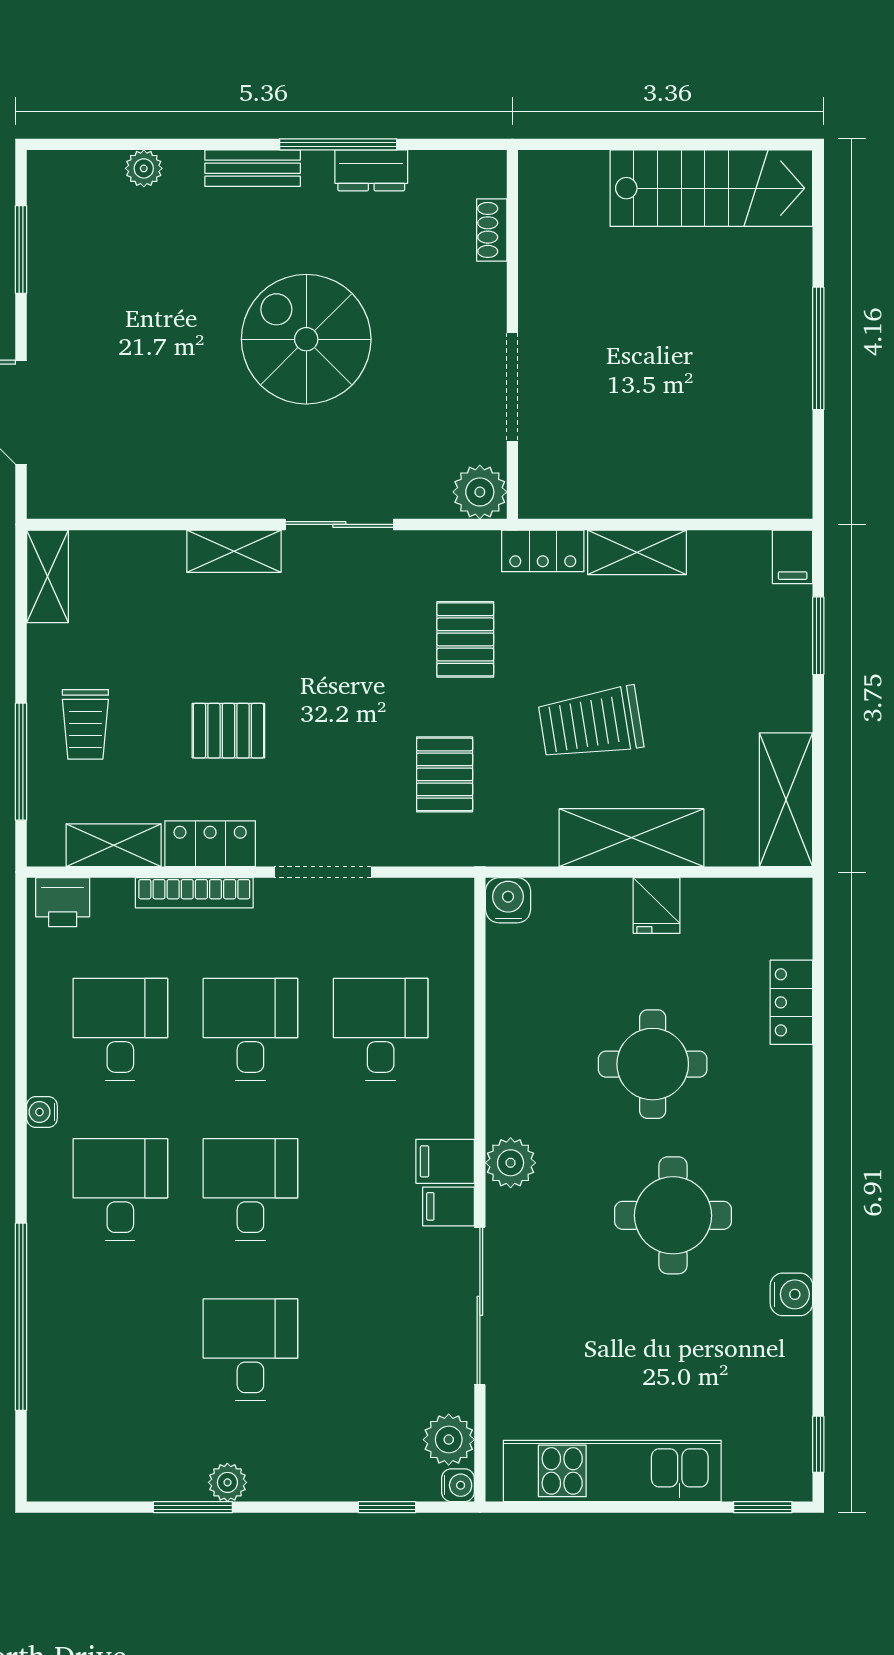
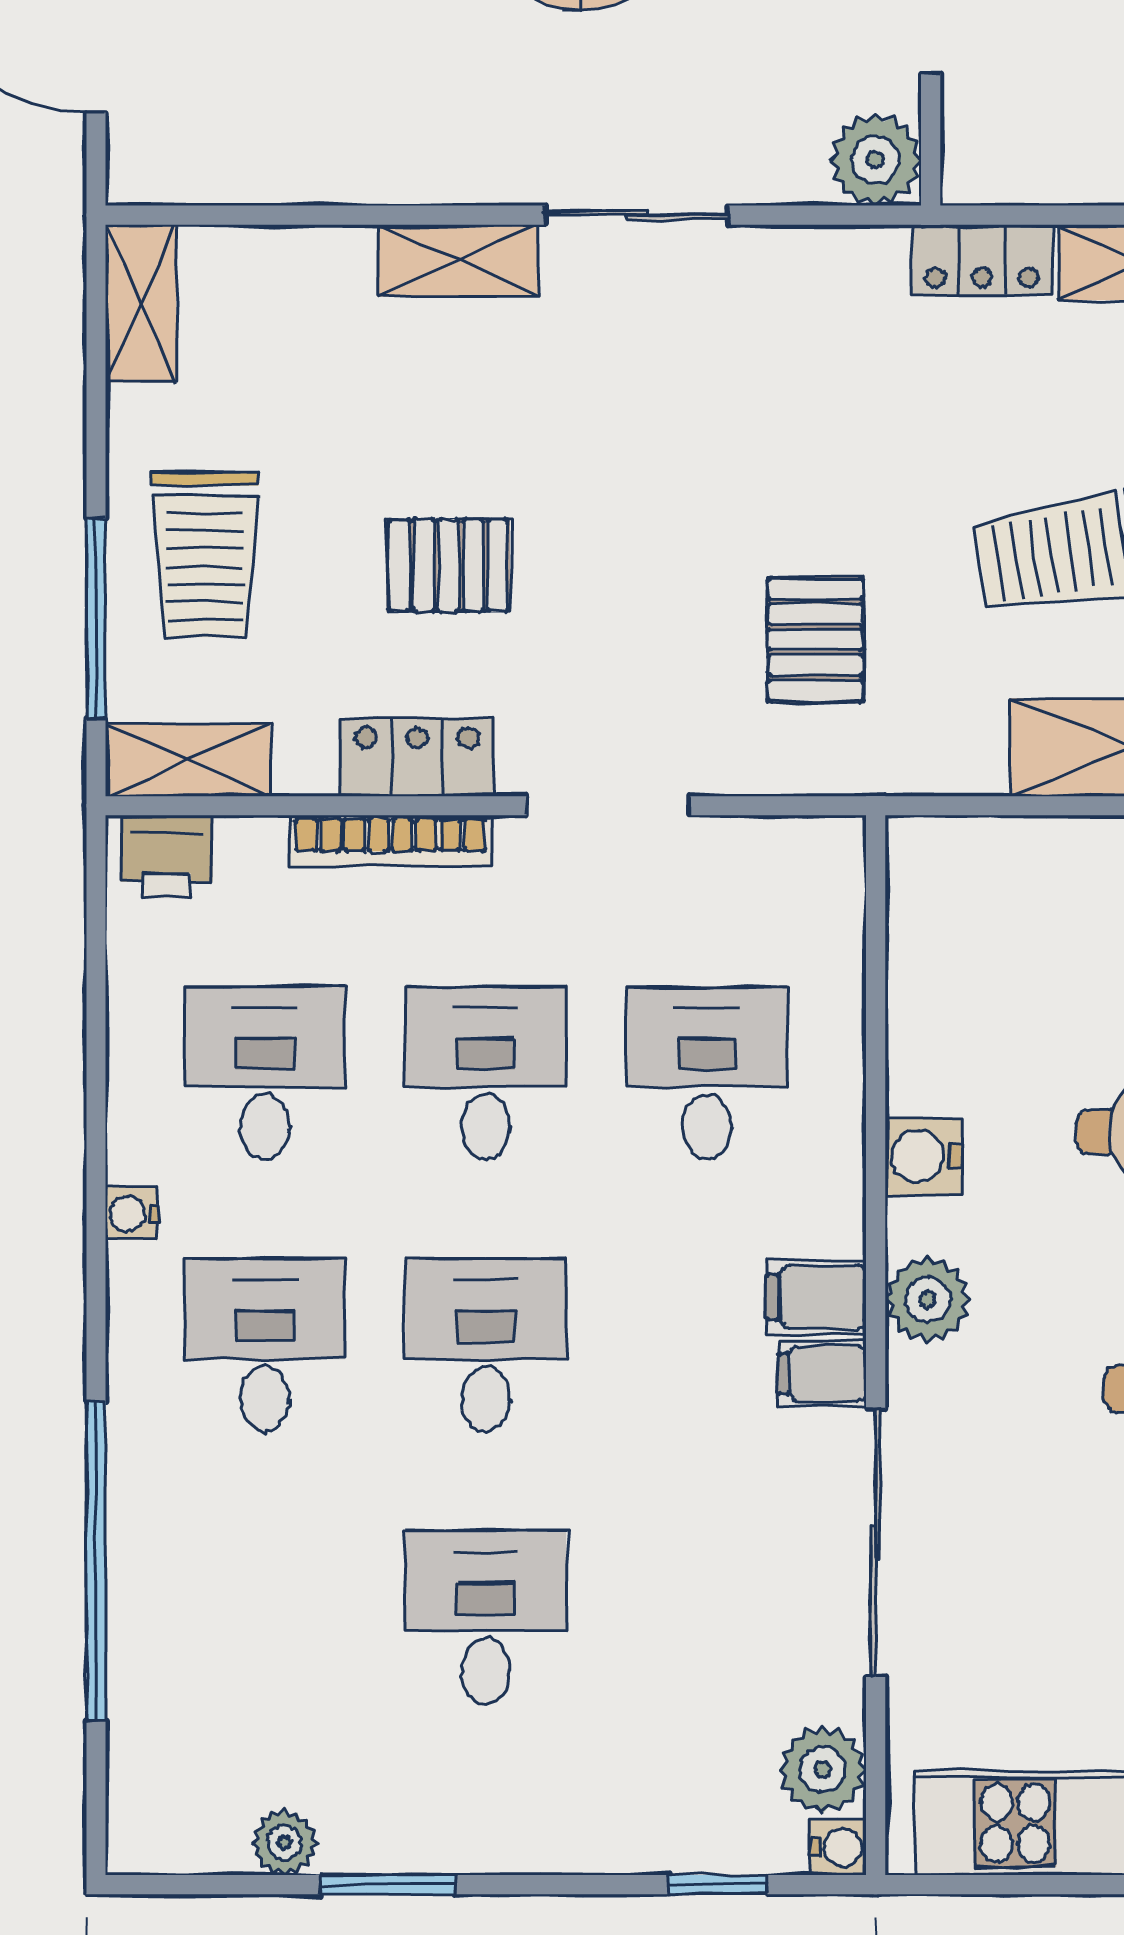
pallet: (465, 639) -> (851, 410), removed
trolley: (85, 724) -> (205, 555), width x1.36, depth x1.39
shelving: (114, 845) -> (189, 760), moved
water cooler: (508, 900) -> (923, 1157), moved, turned -90
plant: (227, 1482) -> (285, 1843), moved

